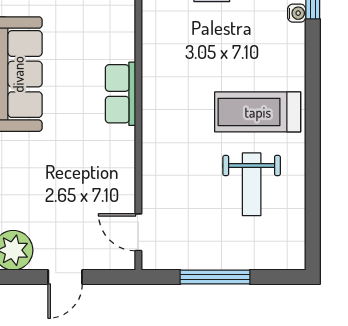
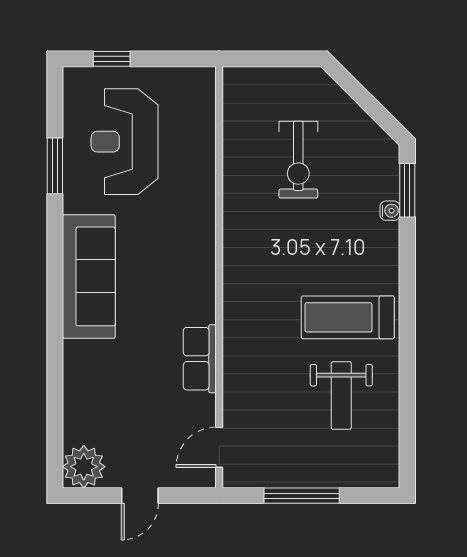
row of seats: (120, 94) -> (200, 359), moved
door: (138, 232) -> (219, 447), hinge flipped

